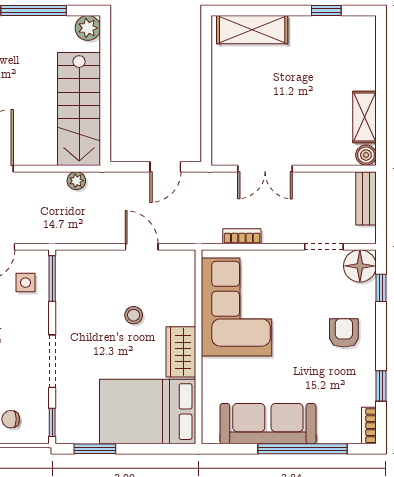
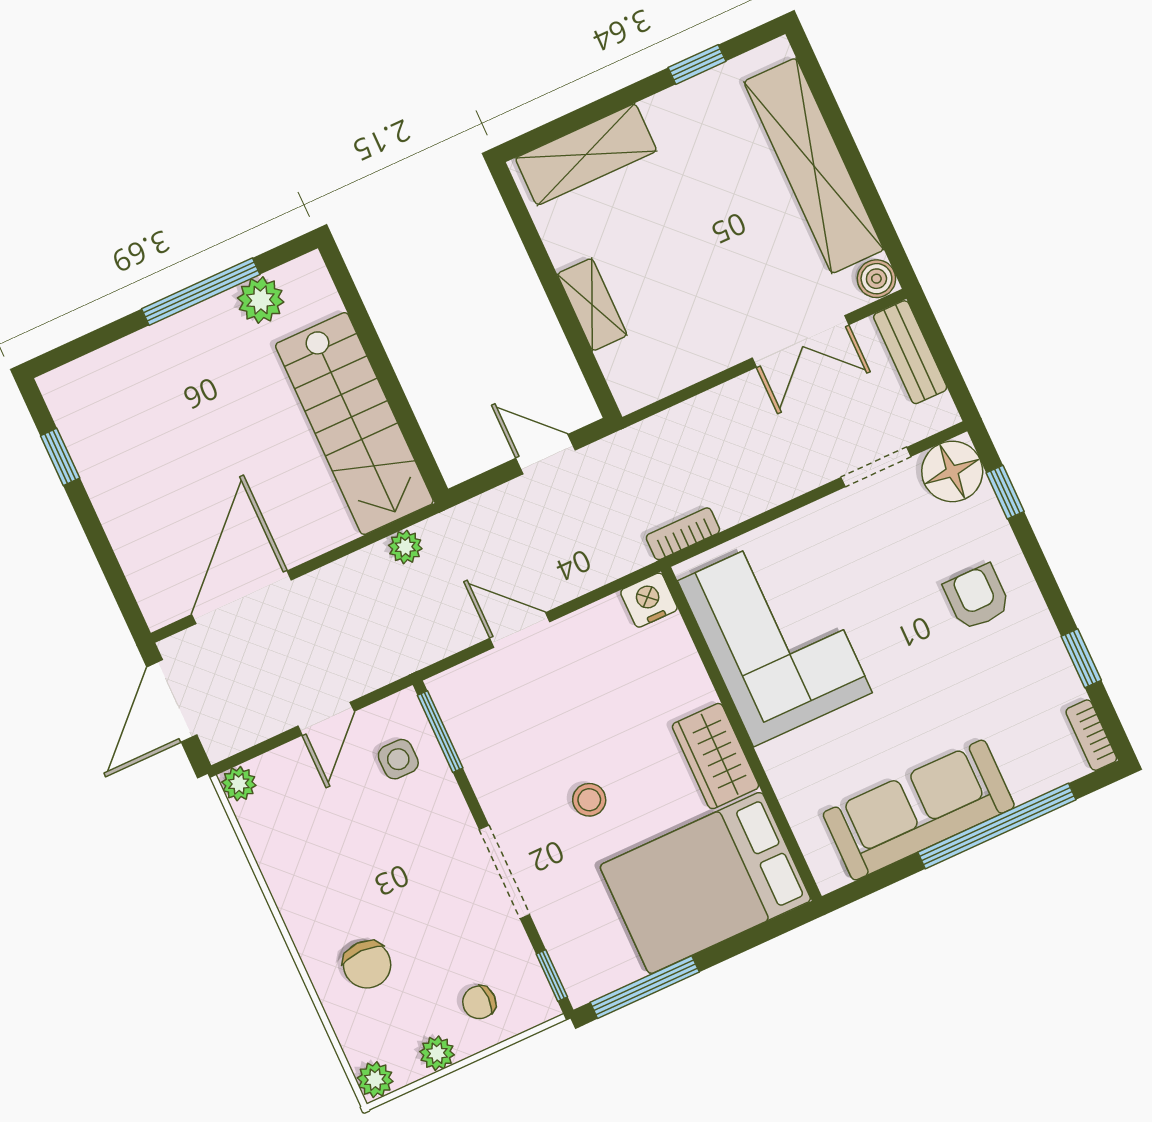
plant: (88, 28) -> (261, 300), moved
shelving: (222, 104) -> (592, 305), added
shelving: (365, 117) -> (814, 166), width x2.20, depth x1.33
door: (165, 167) -> (546, 454), swing flipped
double door: (265, 169) -> (800, 341), moved
bookcase: (242, 236) -> (683, 534), moved
door: (142, 247) -> (520, 630), moved
nightstand: (183, 261) -> (649, 600), added
stool: (134, 315) -> (589, 800), moved
window: (95, 449) -> (645, 987), width x1.44

